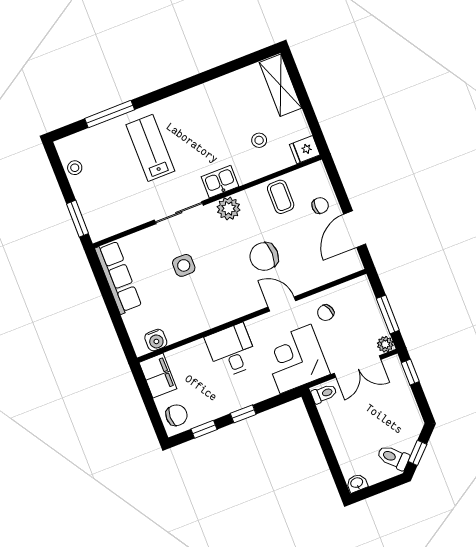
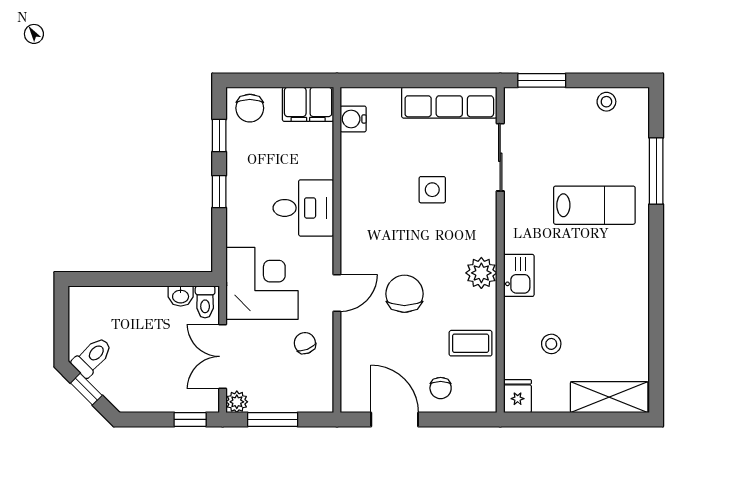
sliding door: (179, 213) -> (500, 157), moved
washbasin: (357, 483) -> (181, 296), moved, turned 90

